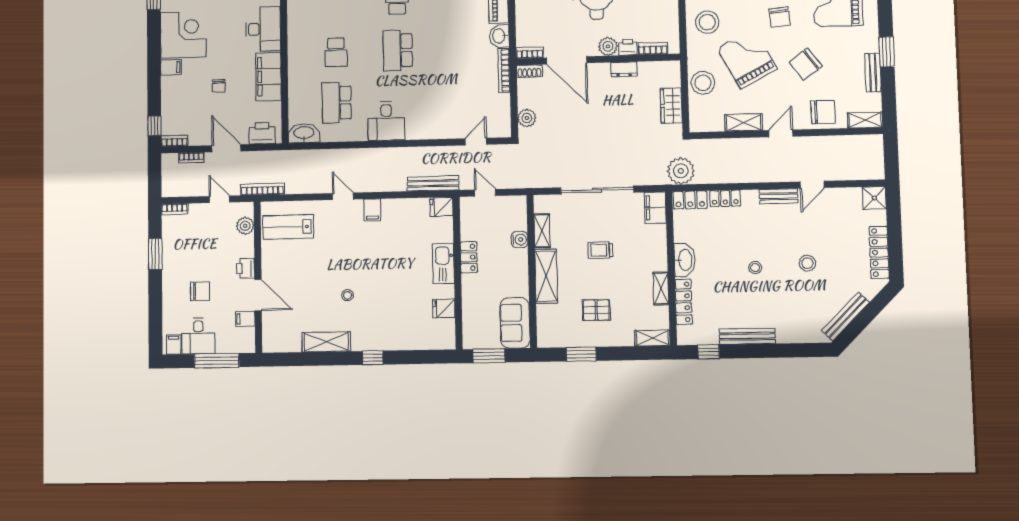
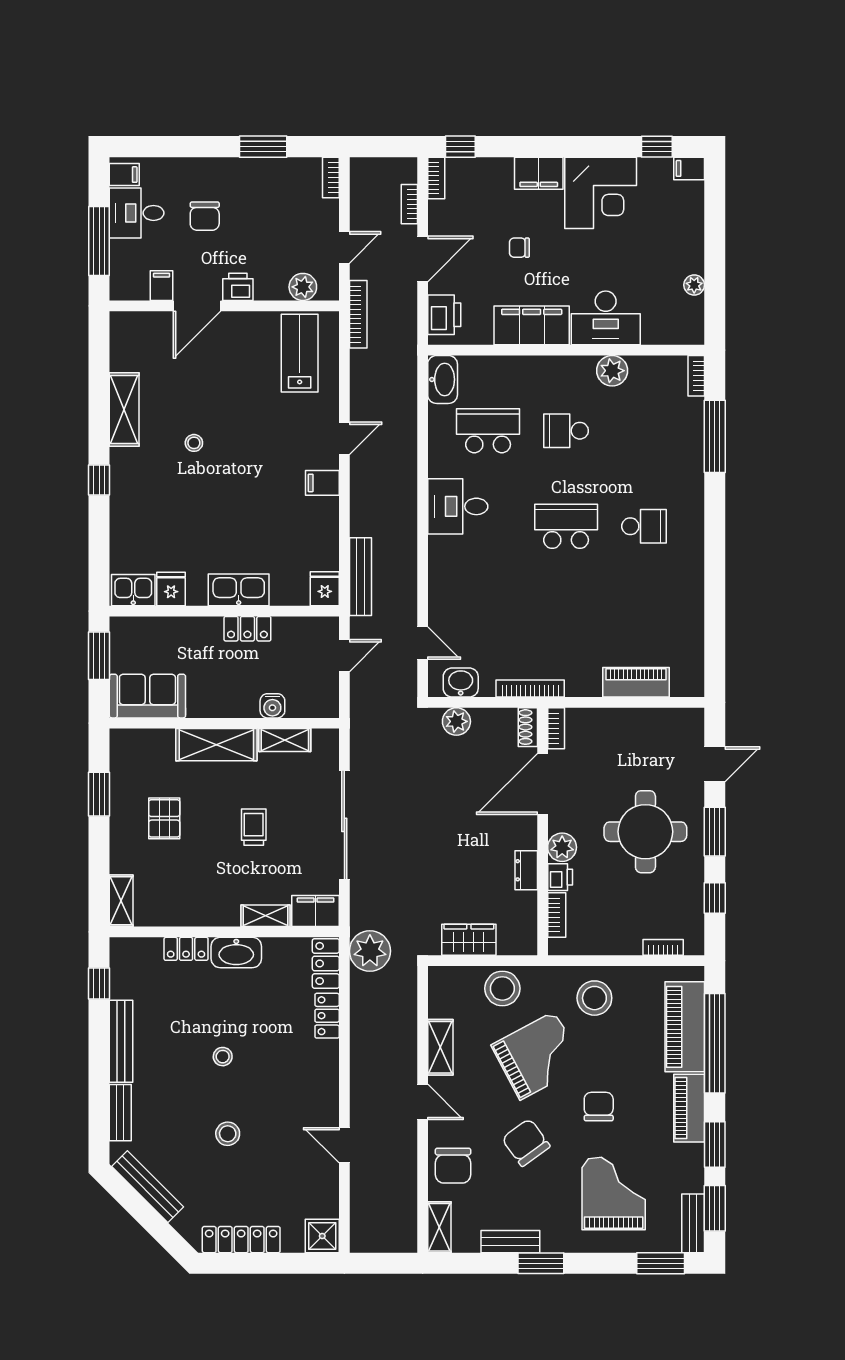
chair: (780, 17) -> (599, 1107), turned 96
plant: (297, 24) -> (612, 371), added
washbasin: (499, 36) -> (461, 682), moved
filing cabinet: (171, 67) -> (539, 173), width x2.00
bench: (779, 196) -> (120, 1113), moved
shelving: (661, 288) -> (266, 916), moved
locker: (684, 302) -> (186, 949), width x0.66
kitchen sink: (445, 334) -> (133, 590), added

